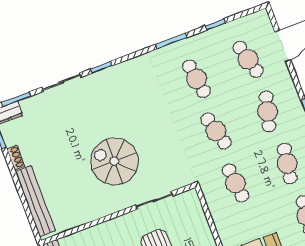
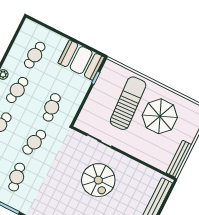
cafe table: (216, 131) -> (34, 142), turned 30

